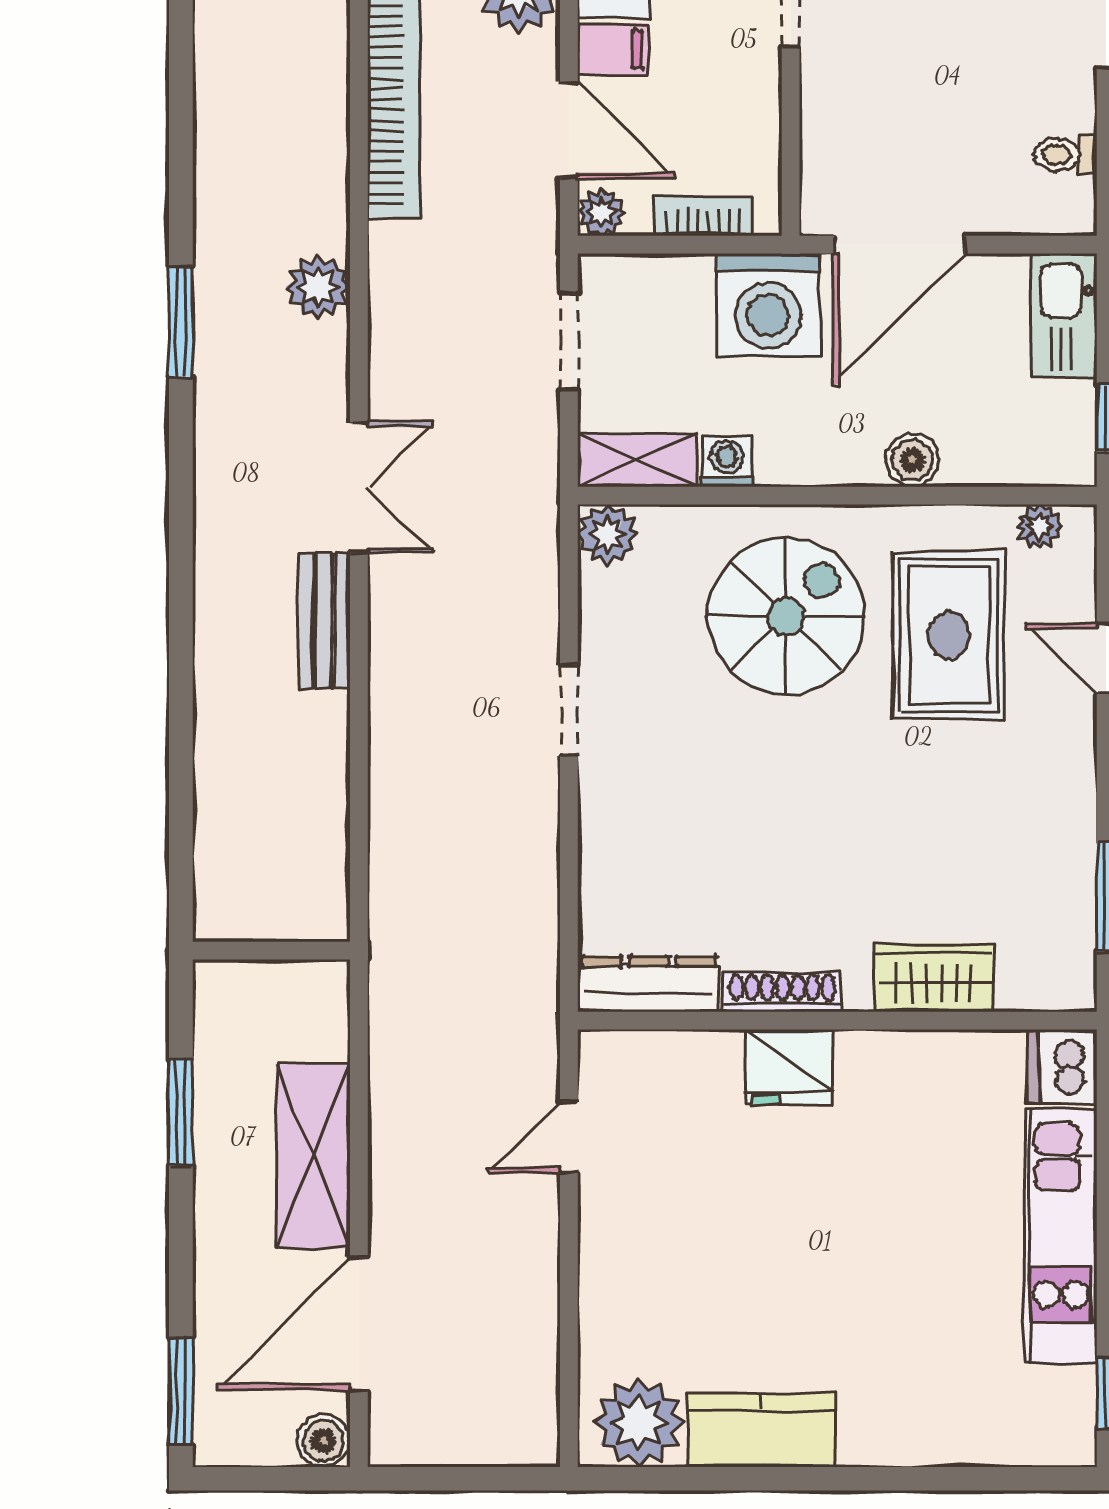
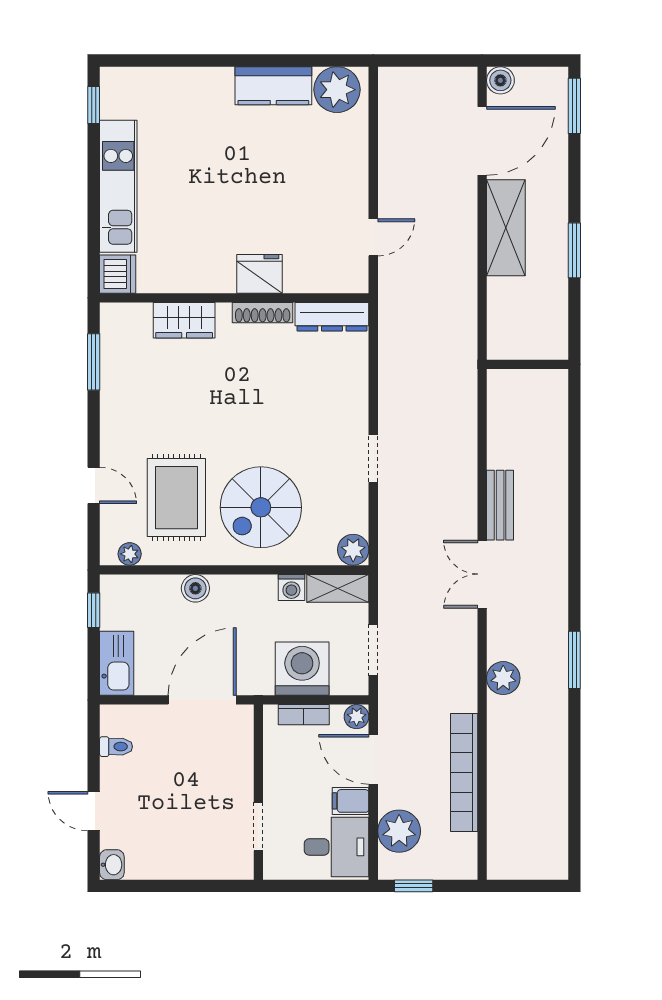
washing machine: (768, 305) -> (302, 669), moved
wall: (271, 951) -> (527, 364), moved

